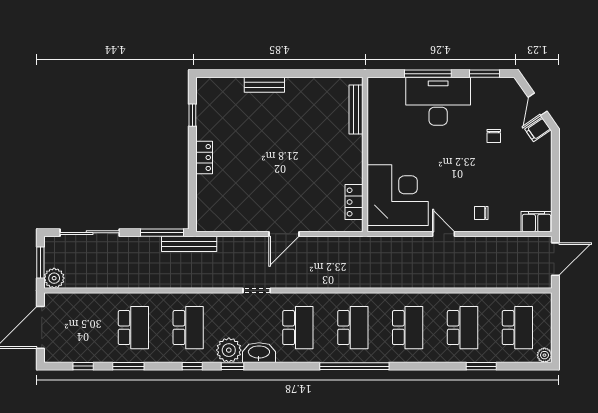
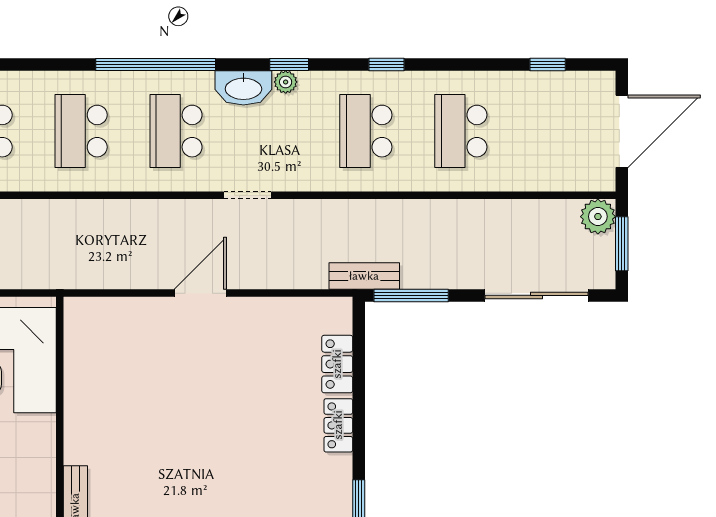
locker: (354, 202) -> (337, 364), moved, turned 180
bench: (189, 244) -> (364, 276), width x0.73
plant: (229, 350) -> (286, 82), width x0.53, depth x0.53
window: (128, 366) -> (469, 64), removed
window: (192, 366) -> (387, 64), moved
window: (354, 366) -> (156, 64), moved

